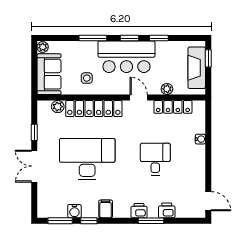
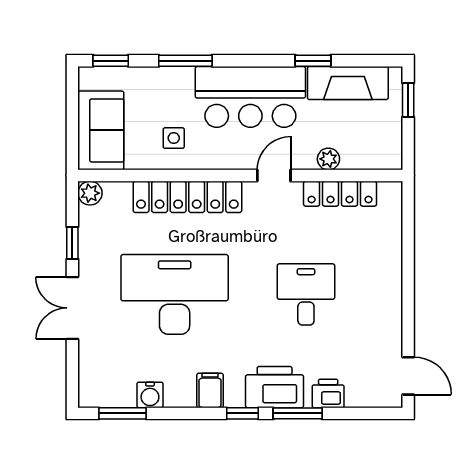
window: (130, 38) -> (111, 61), moved
plant: (43, 47) -> (89, 78), removed
fireplace: (197, 68) -> (348, 83), moved, turned -90
door: (139, 98) -> (274, 176), hinge flipped
plant: (58, 107) -> (90, 193), moved
water cooler: (200, 139) -> (393, 256), removed
printer: (139, 211) -> (275, 387), width x1.87, depth x1.48
window: (89, 221) -> (243, 413), moved

